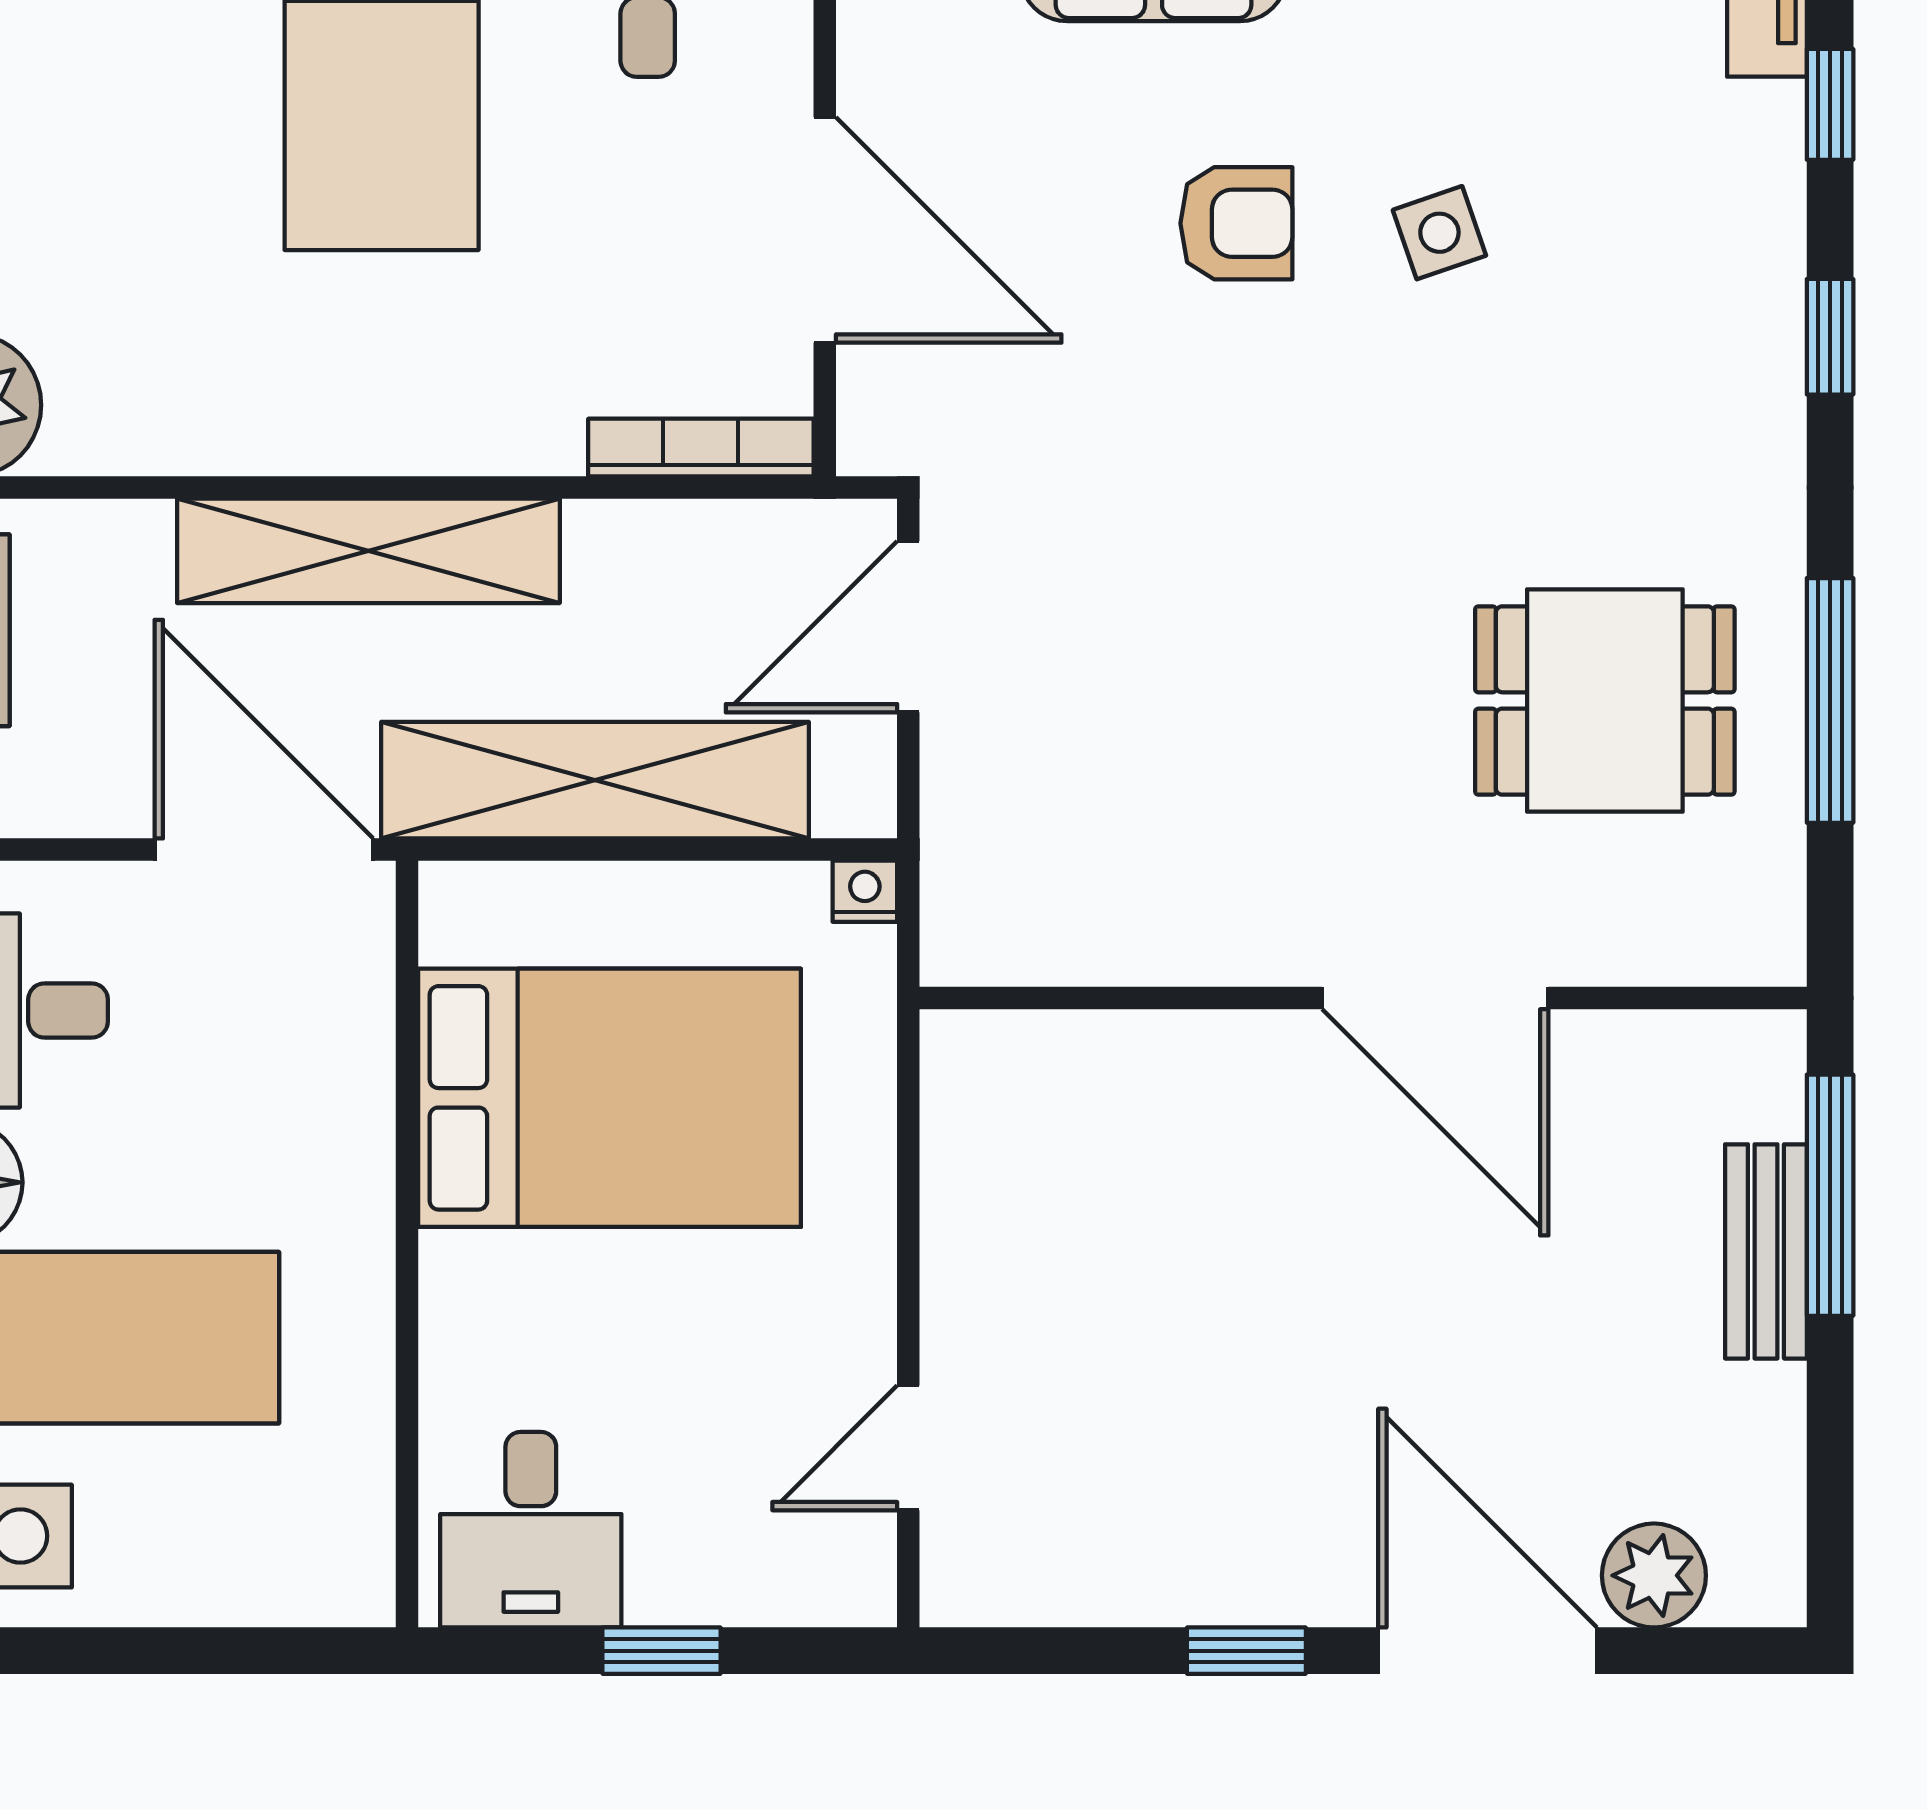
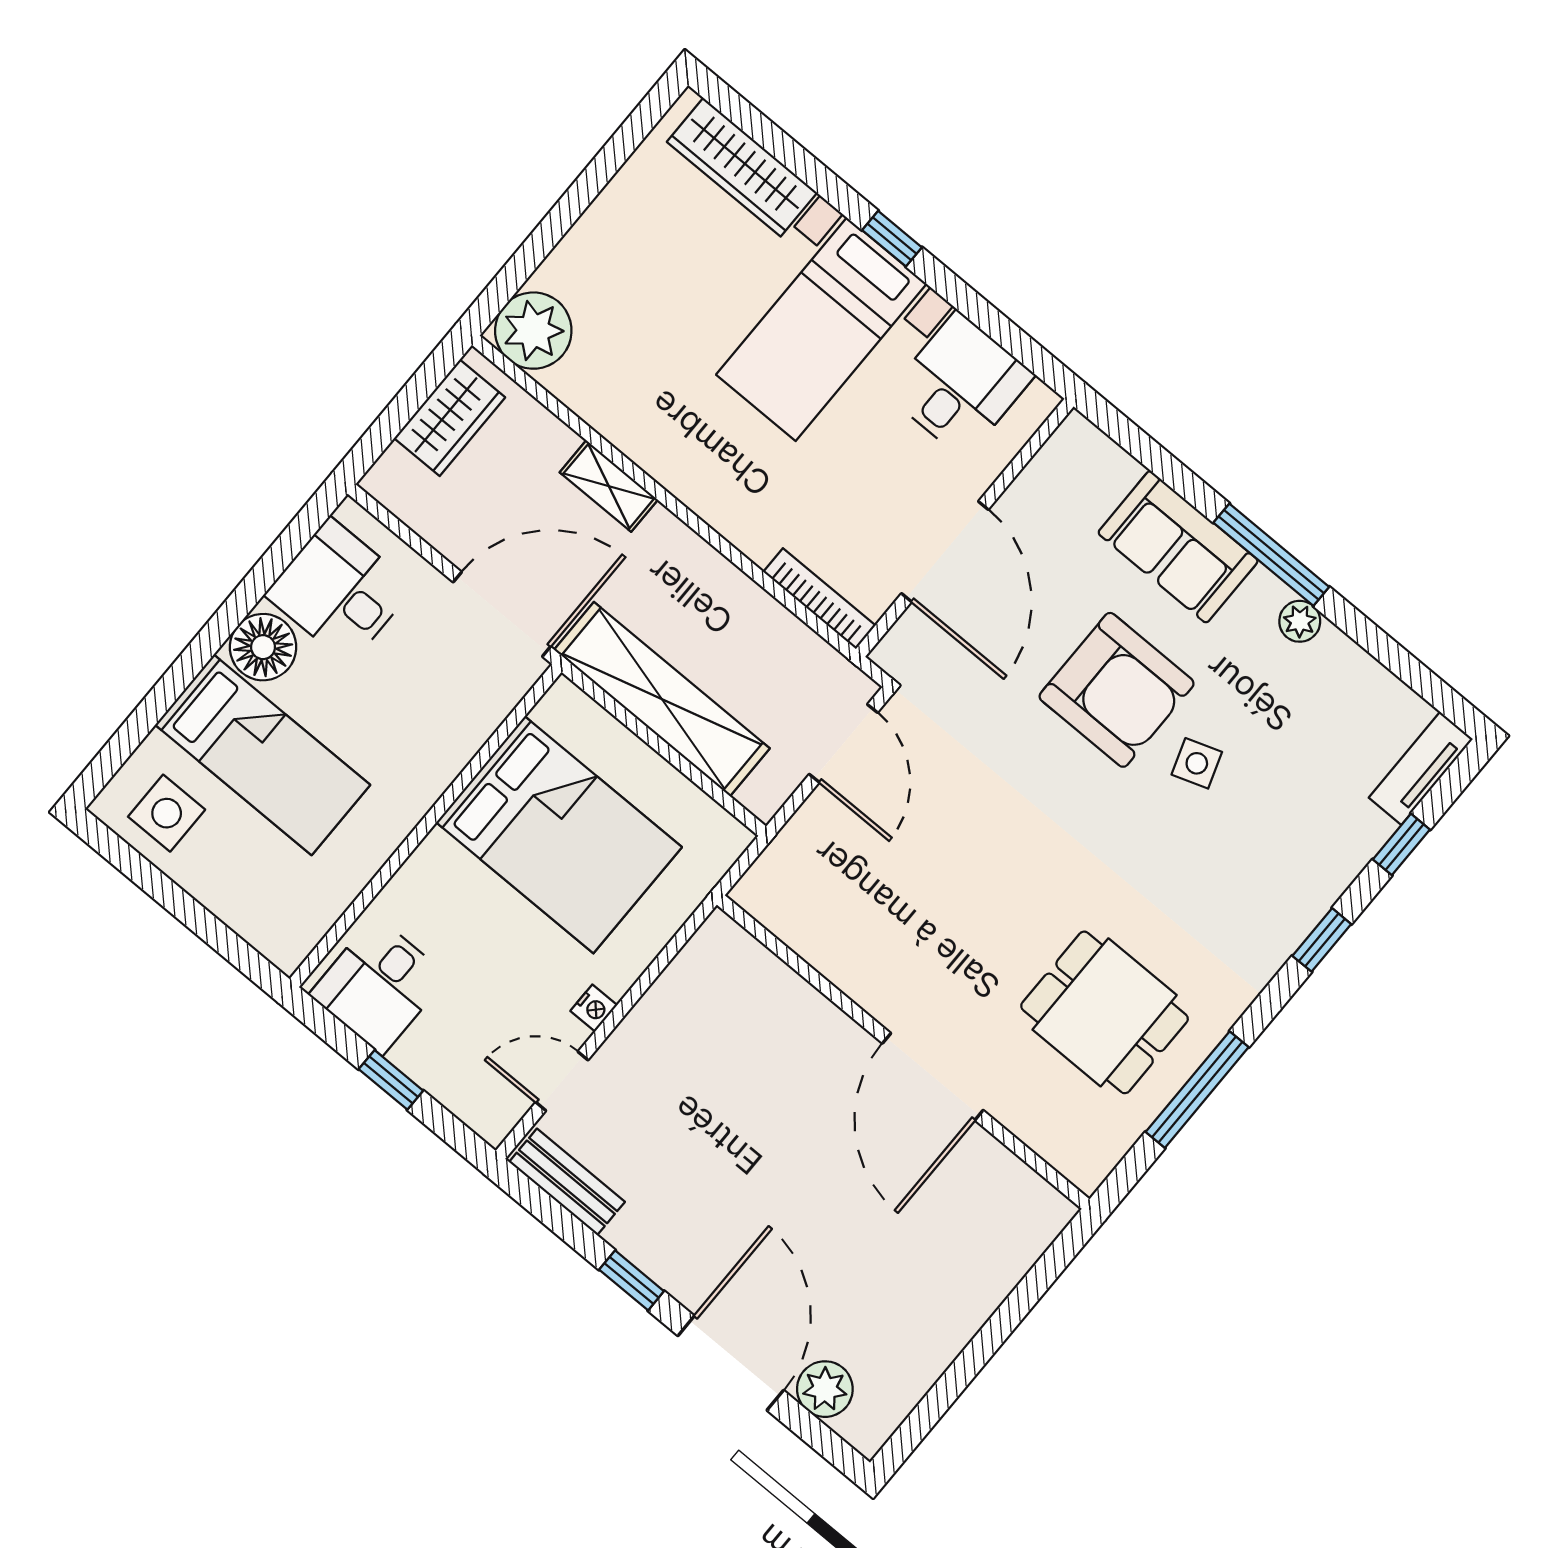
armchair: (1236, 223) -> (1117, 690), width x1.88, depth x1.88
shelving: (368, 551) -> (609, 486), width x0.45, depth x0.75
door: (908, 627) -> (843, 743), swing flipped
door: (264, 850) -> (502, 614), hinge flipped
nightstand: (865, 891) -> (594, 1008), moved, turned 90
window: (1830, 1195) -> (1028, 1293), removed
bench: (1766, 1251) -> (567, 1182), moved, turned 90

